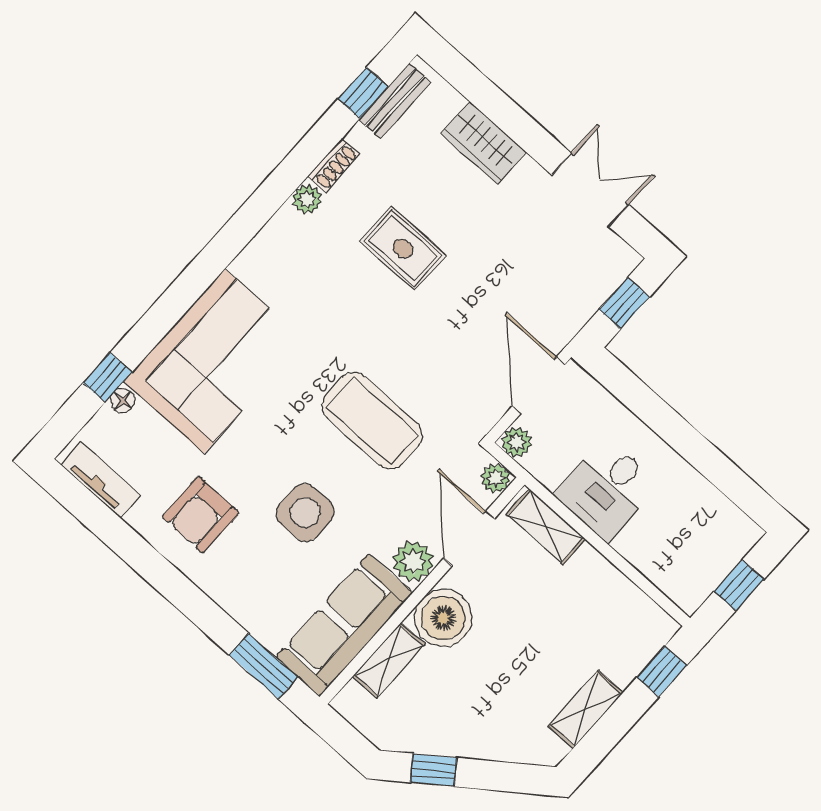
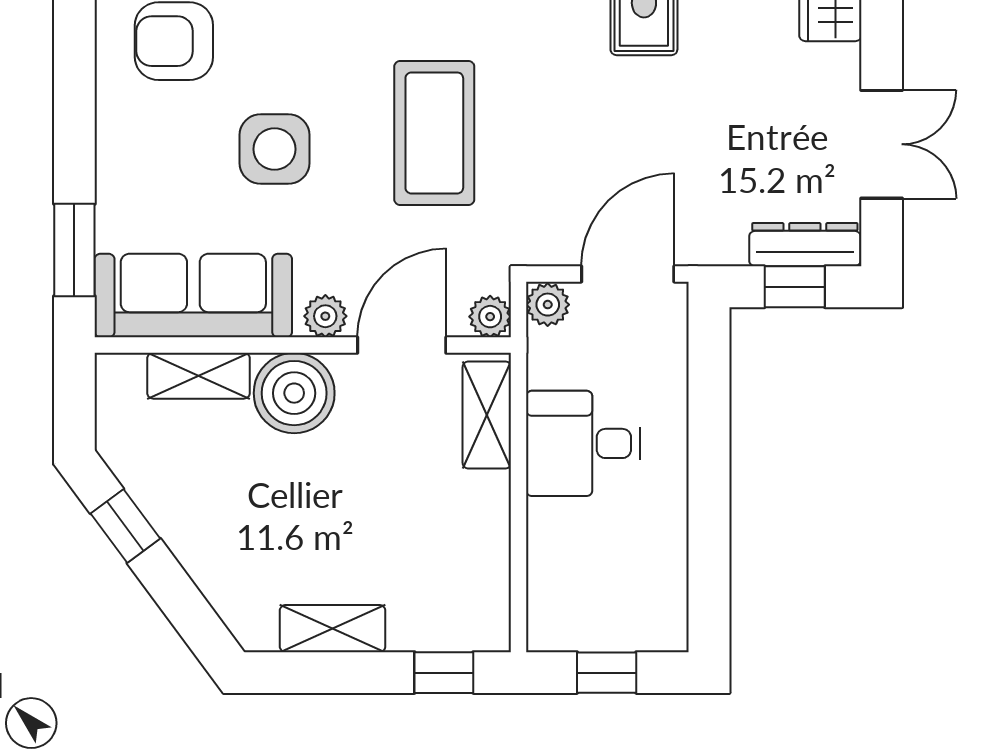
dresser: (607, 278) -> (805, 245), added
plant: (413, 561) -> (325, 316), width x0.73, depth x0.73

